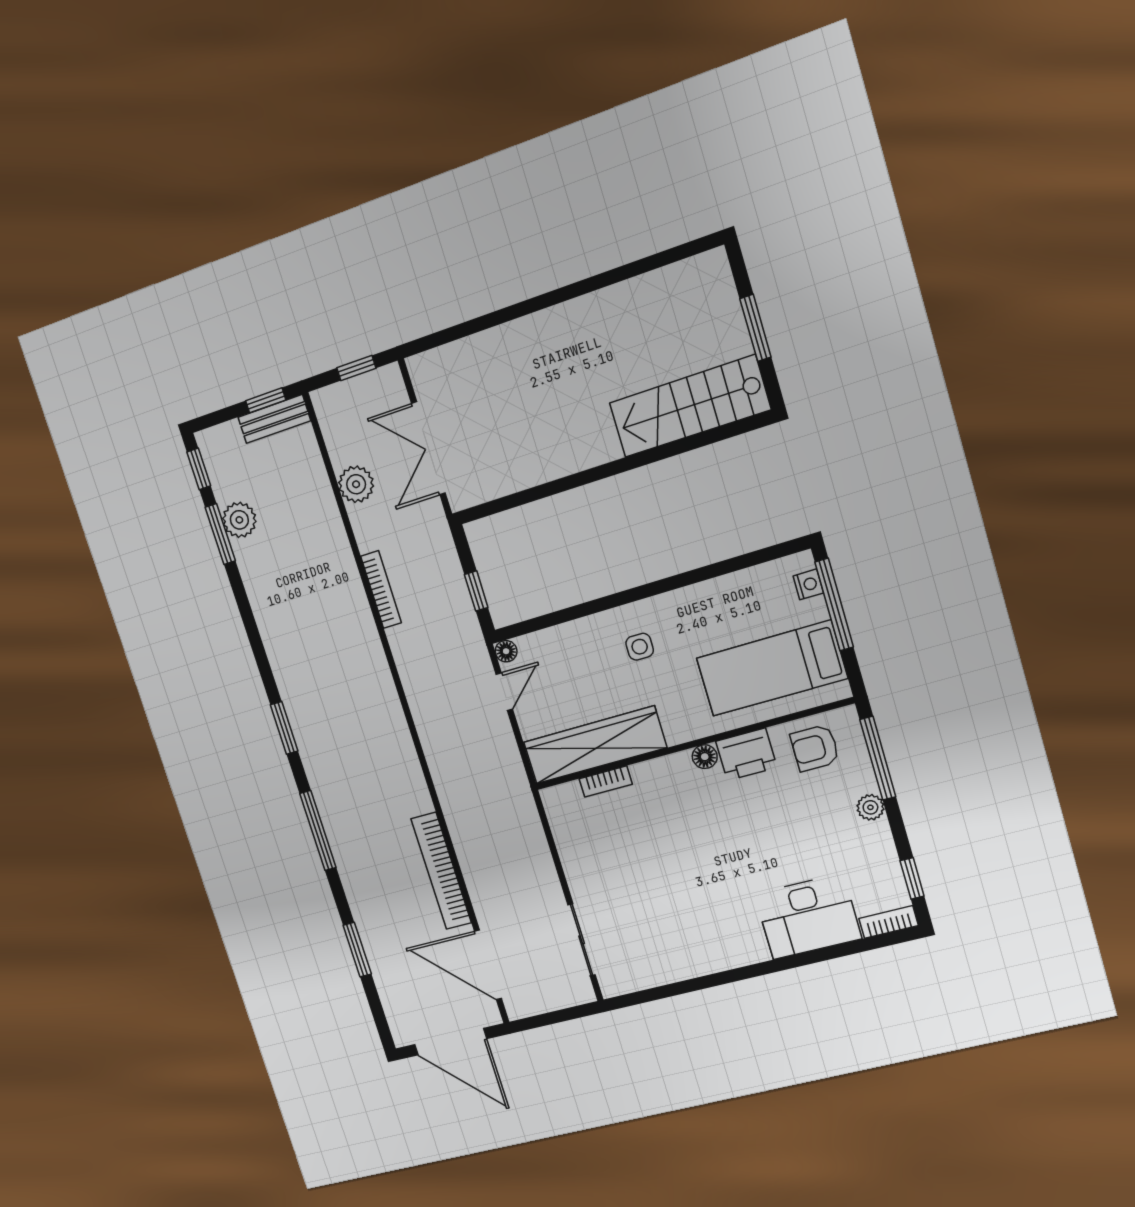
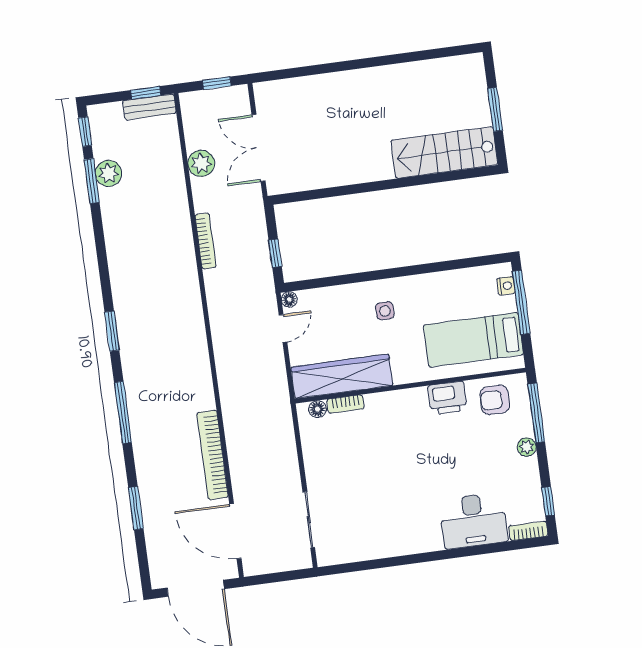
floor lamp: (705, 757) -> (318, 409), moved

